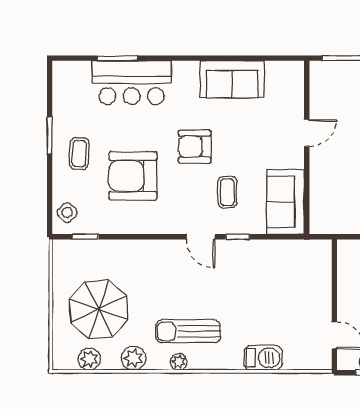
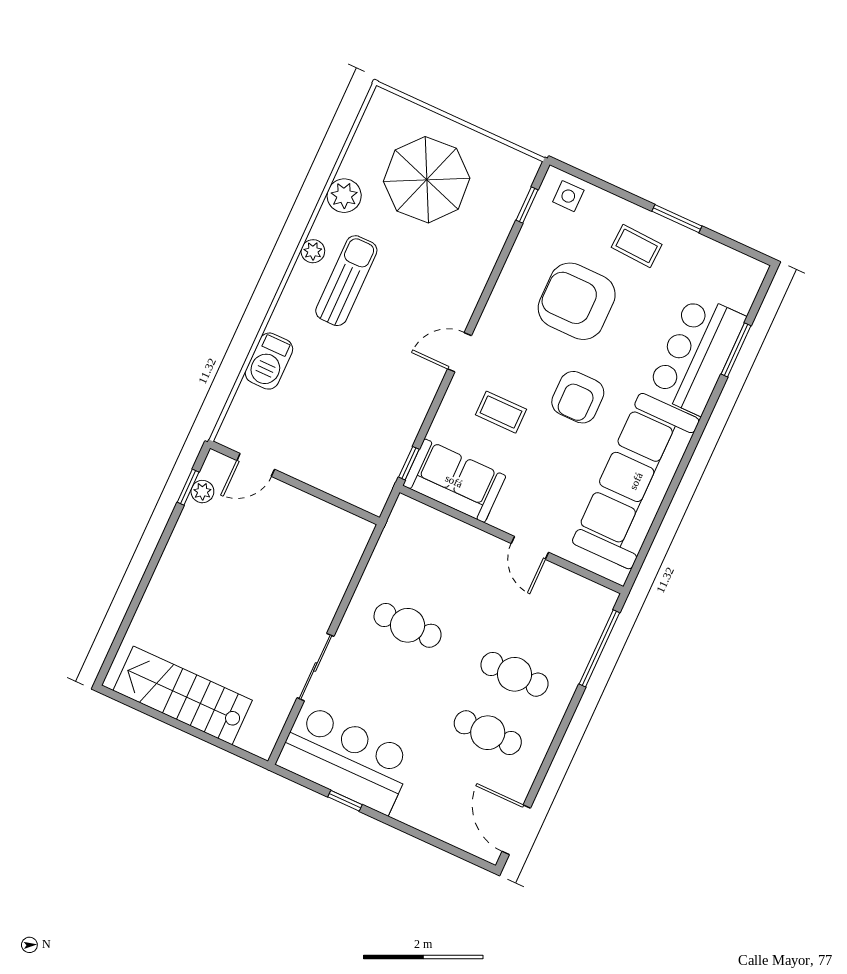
sofa: (232, 79) -> (636, 481), width x1.85, depth x1.27
armchair: (195, 147) -> (578, 397), turned 180
armchair: (133, 176) -> (577, 301), turned -90
side table: (67, 213) -> (568, 196), turned 45
window: (238, 237) -> (409, 463), moved
plant: (89, 359) -> (369, 139), removed

